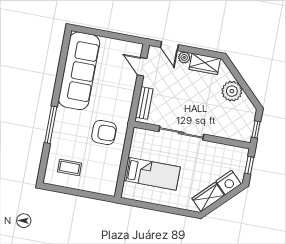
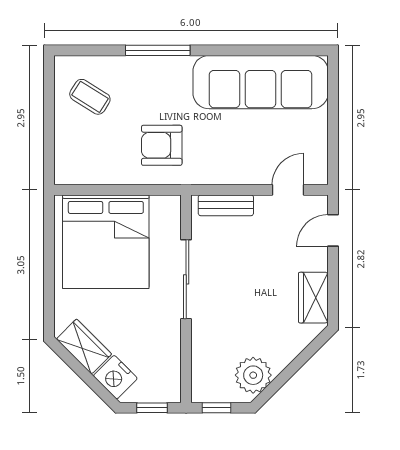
plant: (184, 57) -> (318, 260), removed
plant: (232, 91) -> (253, 375), moved
armchair: (104, 133) -> (162, 145), turned 90
coffee table: (69, 167) -> (90, 97), turned -58
bed: (152, 174) -> (106, 242), width x2.04

